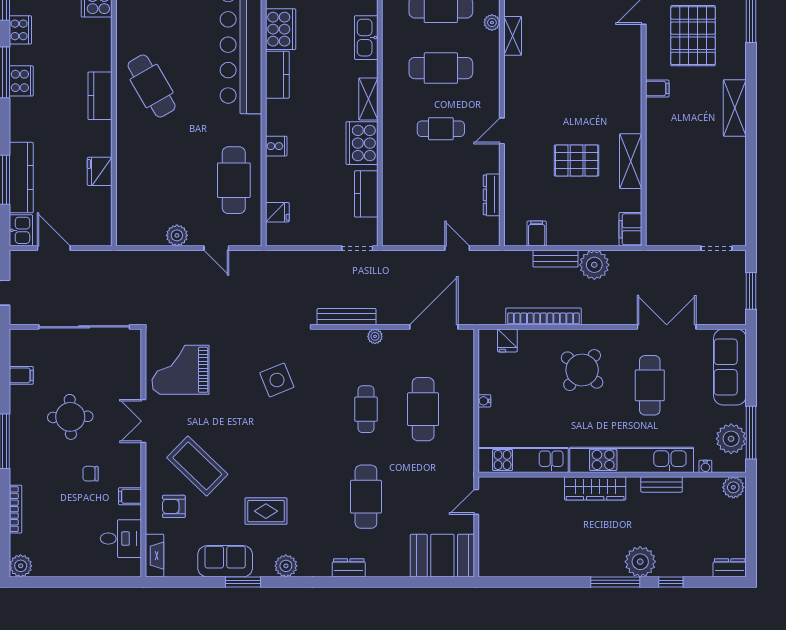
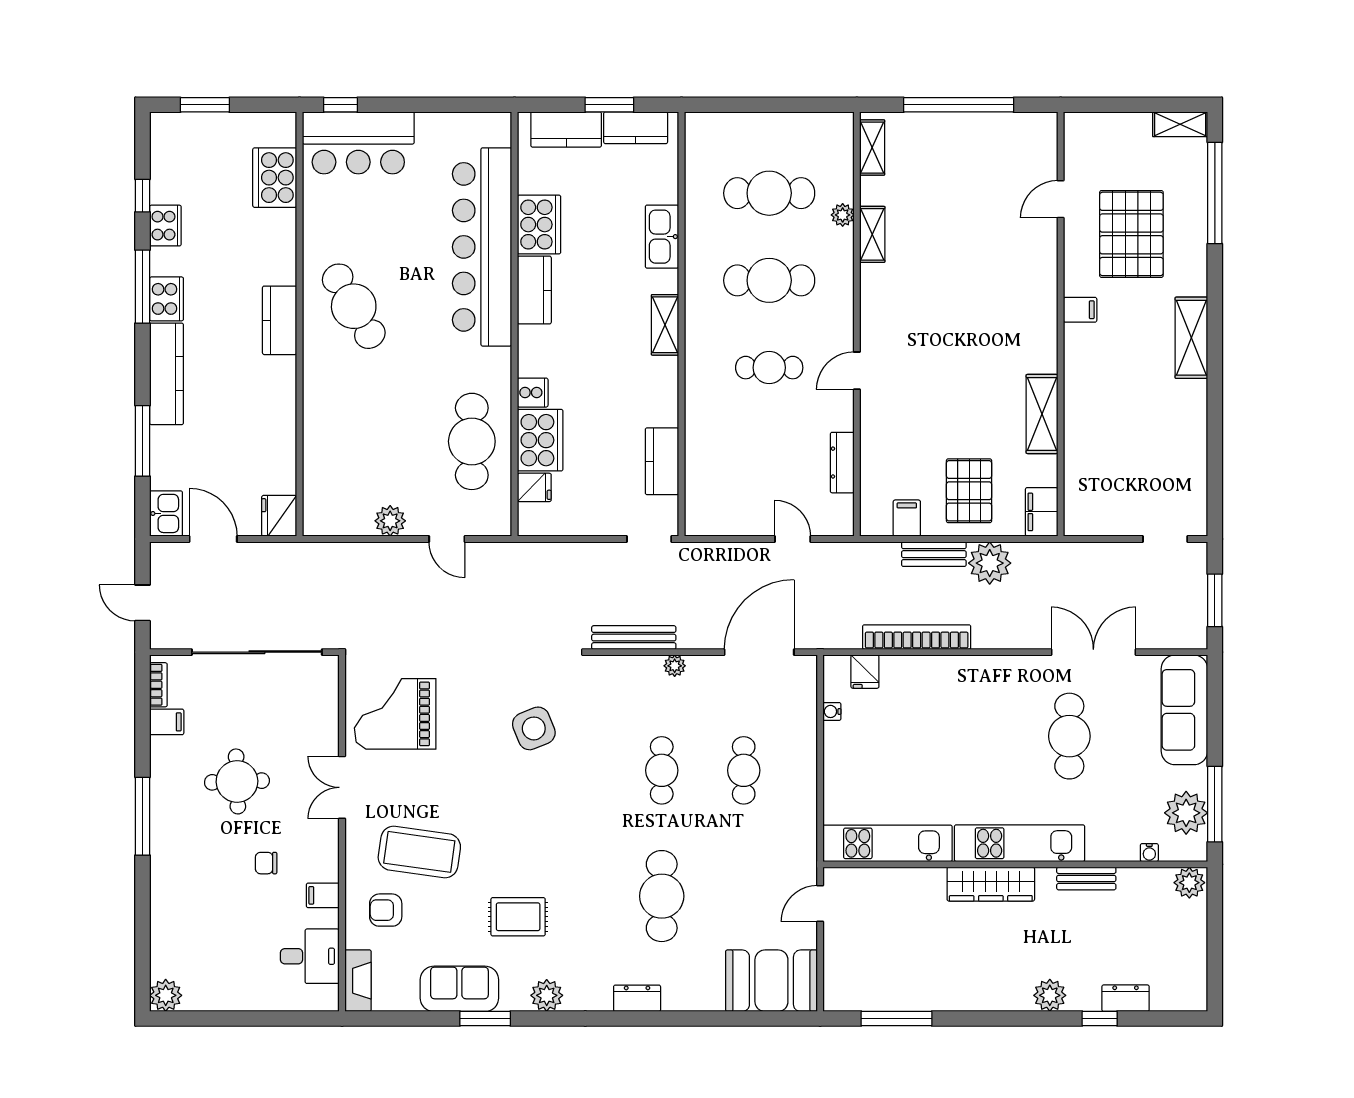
cooker: (362, 143) -> (540, 440), moved, turned 180
pallet: (577, 160) -> (969, 491), moved, turned 90
fridge: (100, 171) -> (279, 516), moved
kitchen counter: (21, 178) -> (167, 374), moved
round table: (582, 370) -> (972, 714), removed
water cooler: (484, 401) -> (832, 711), moved
cafe table: (423, 409) -> (744, 770), width x0.73, depth x0.74
kitchen unit: (632, 460) -> (1020, 843), width x0.73
coffee table: (197, 466) -> (419, 852), turned -36
bookcase: (16, 509) -> (158, 685), moved, width x0.64
plant: (640, 562) -> (1050, 995), width x0.73, depth x0.73
dresser: (730, 568) -> (1126, 998), moved
window: (615, 582) -> (896, 1019), moved

